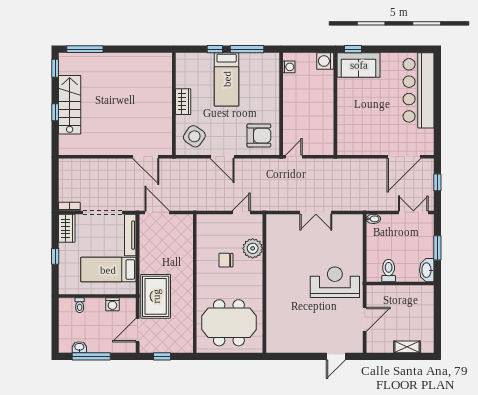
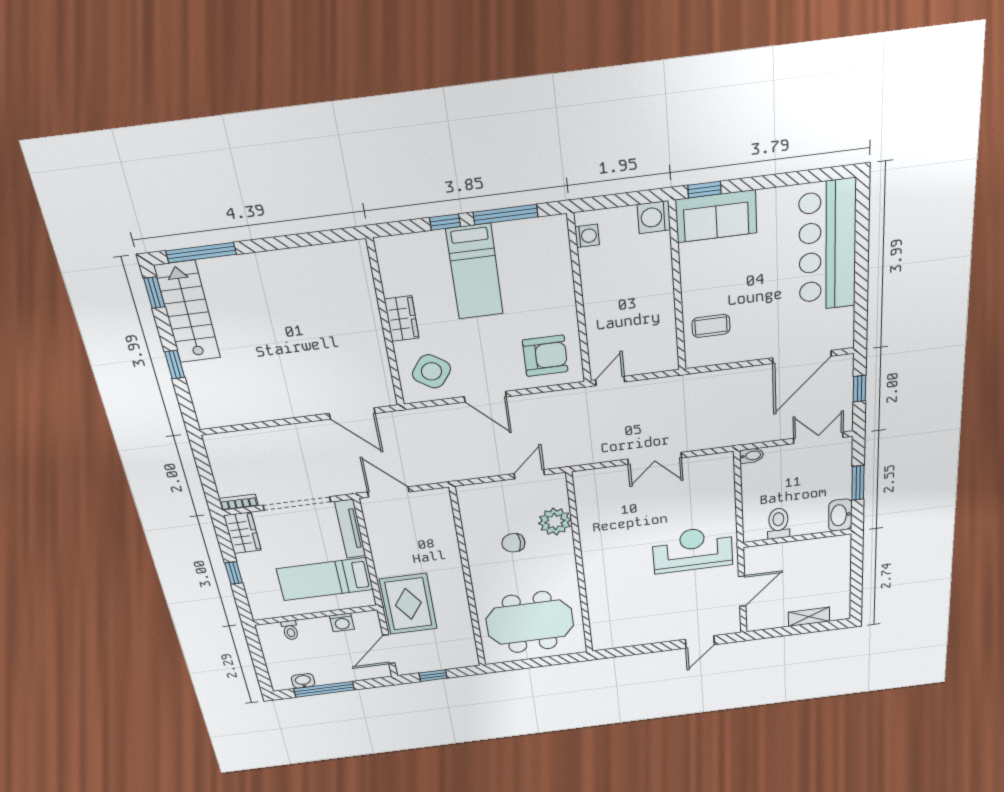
stairs: (70, 105) -> (188, 312), moved
coffee table: (353, 130) -> (711, 326), added

